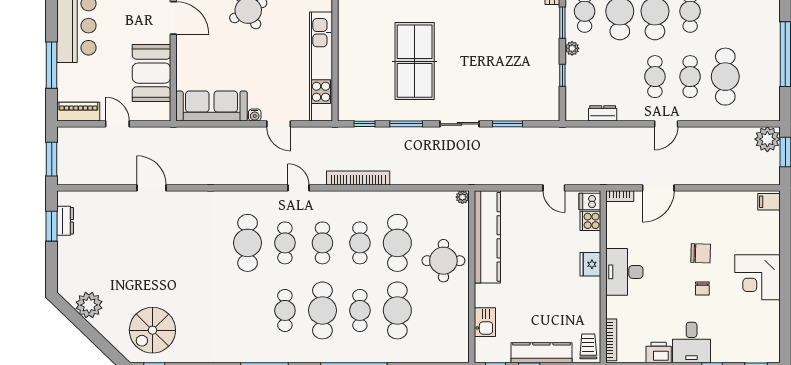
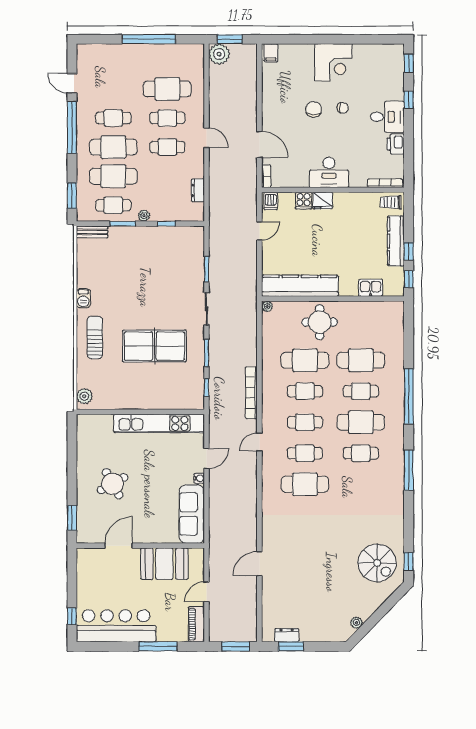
cooker: (590, 221) -> (304, 201), moved
plant: (89, 305) -> (356, 623), width x0.53, depth x0.53

